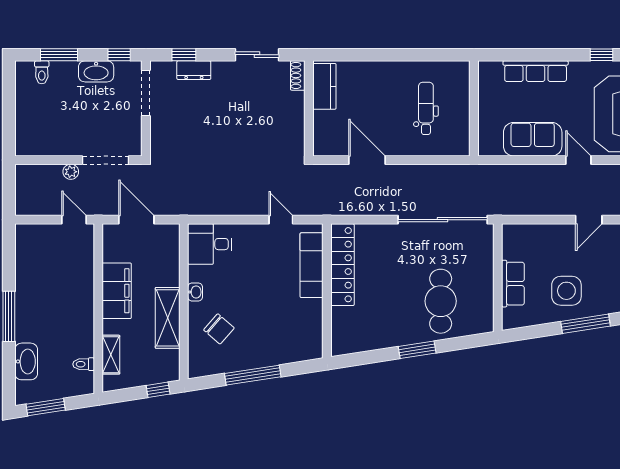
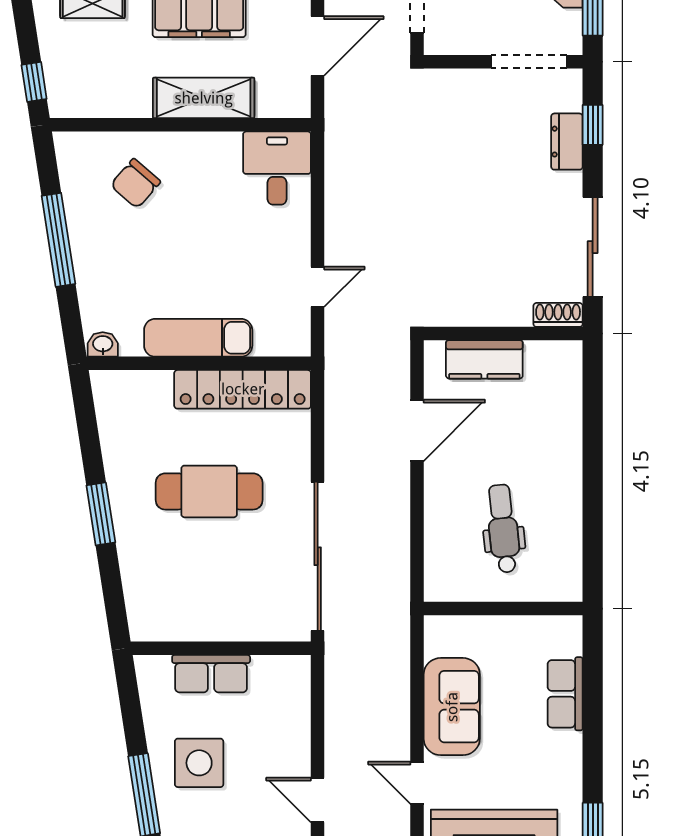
sliding door: (257, 55) -> (593, 247), width x1.37
row of seats: (536, 71) -> (565, 694), width x0.68
kitchen counter: (324, 86) -> (484, 359), moved
dental chair: (426, 108) -> (503, 529), turned -96
door: (578, 160) -> (417, 783), swing flipped
exam couch: (311, 265) -> (198, 338), moved
washbasin: (195, 292) -> (103, 344), moved, turned 180
cafe table: (441, 301) -> (209, 491), moved
shelving: (168, 318) -> (204, 98), moved

